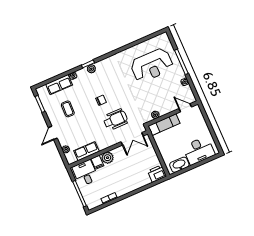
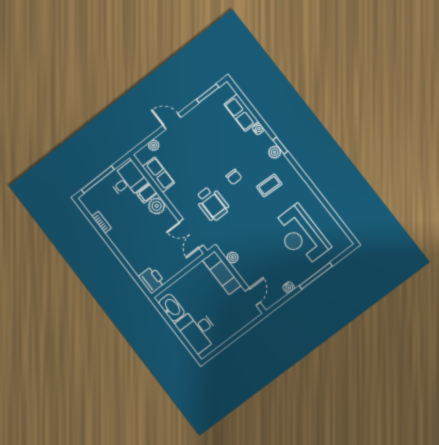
coffee table: (68, 109) -> (269, 185), moved

